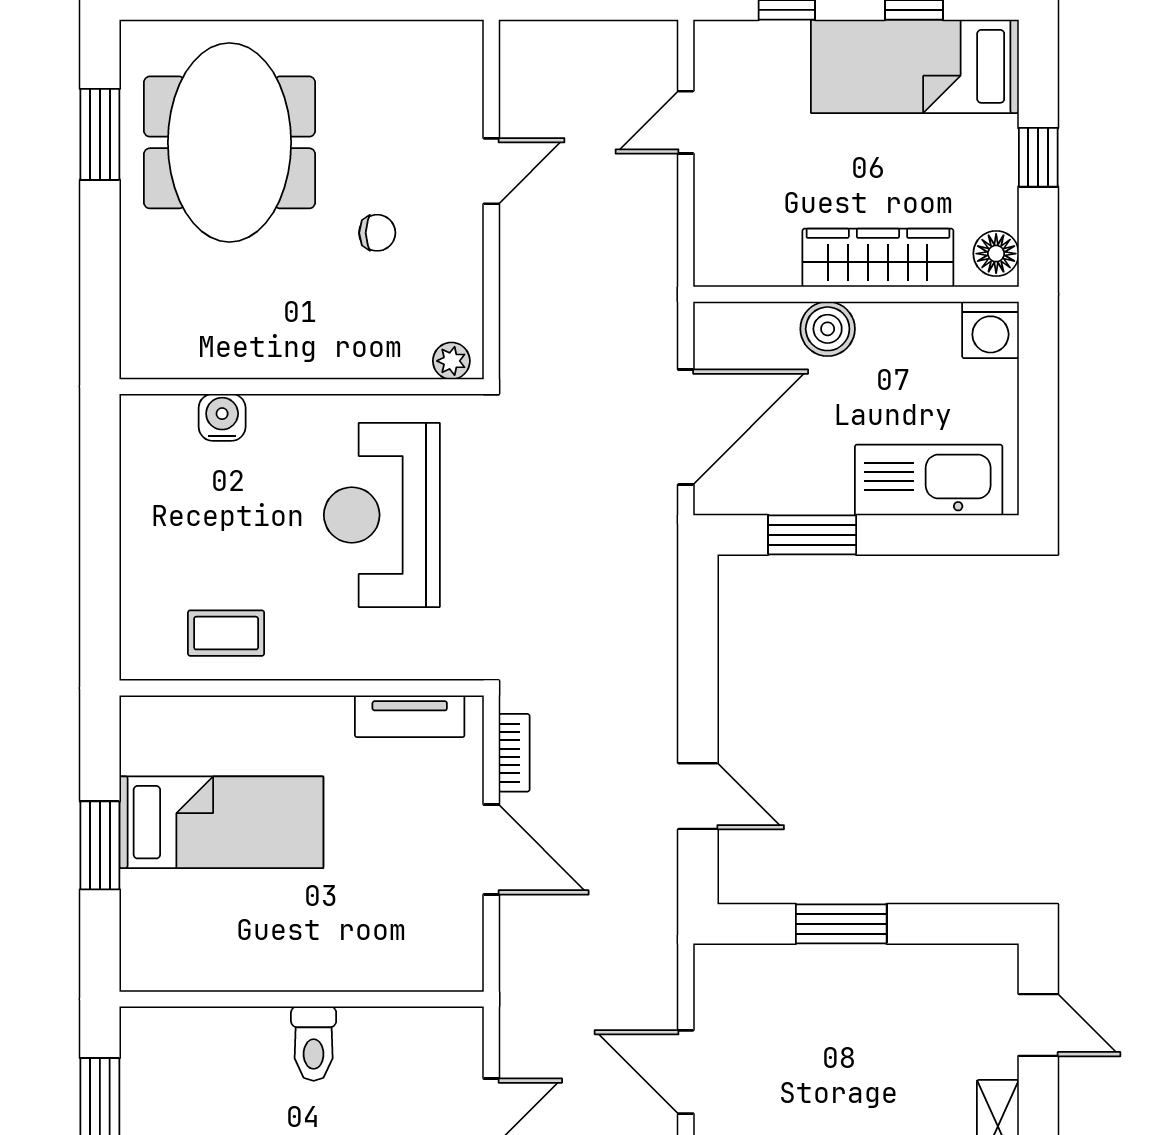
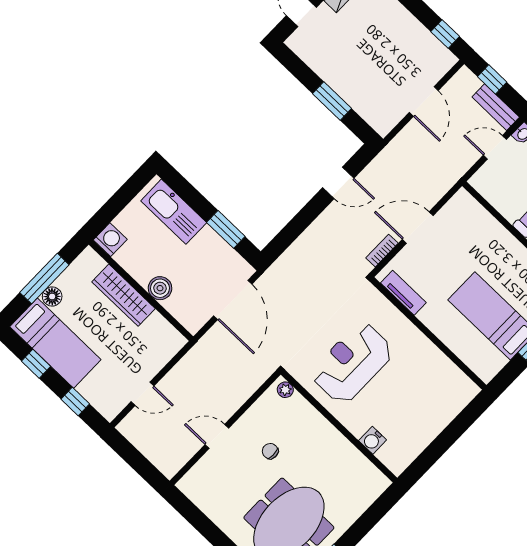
window: (1038, 157) -> (44, 279), width x2.17
floor lamp: (996, 254) -> (52, 296), moved
door: (686, 427) -> (233, 300), swing flipped
reception desk: (382, 515) -> (352, 363), turned 180
coffee table: (226, 633) -> (435, 373), removed
door: (698, 796) -> (338, 183), swing flipped
door: (491, 850) -> (418, 228), hinge flipped

